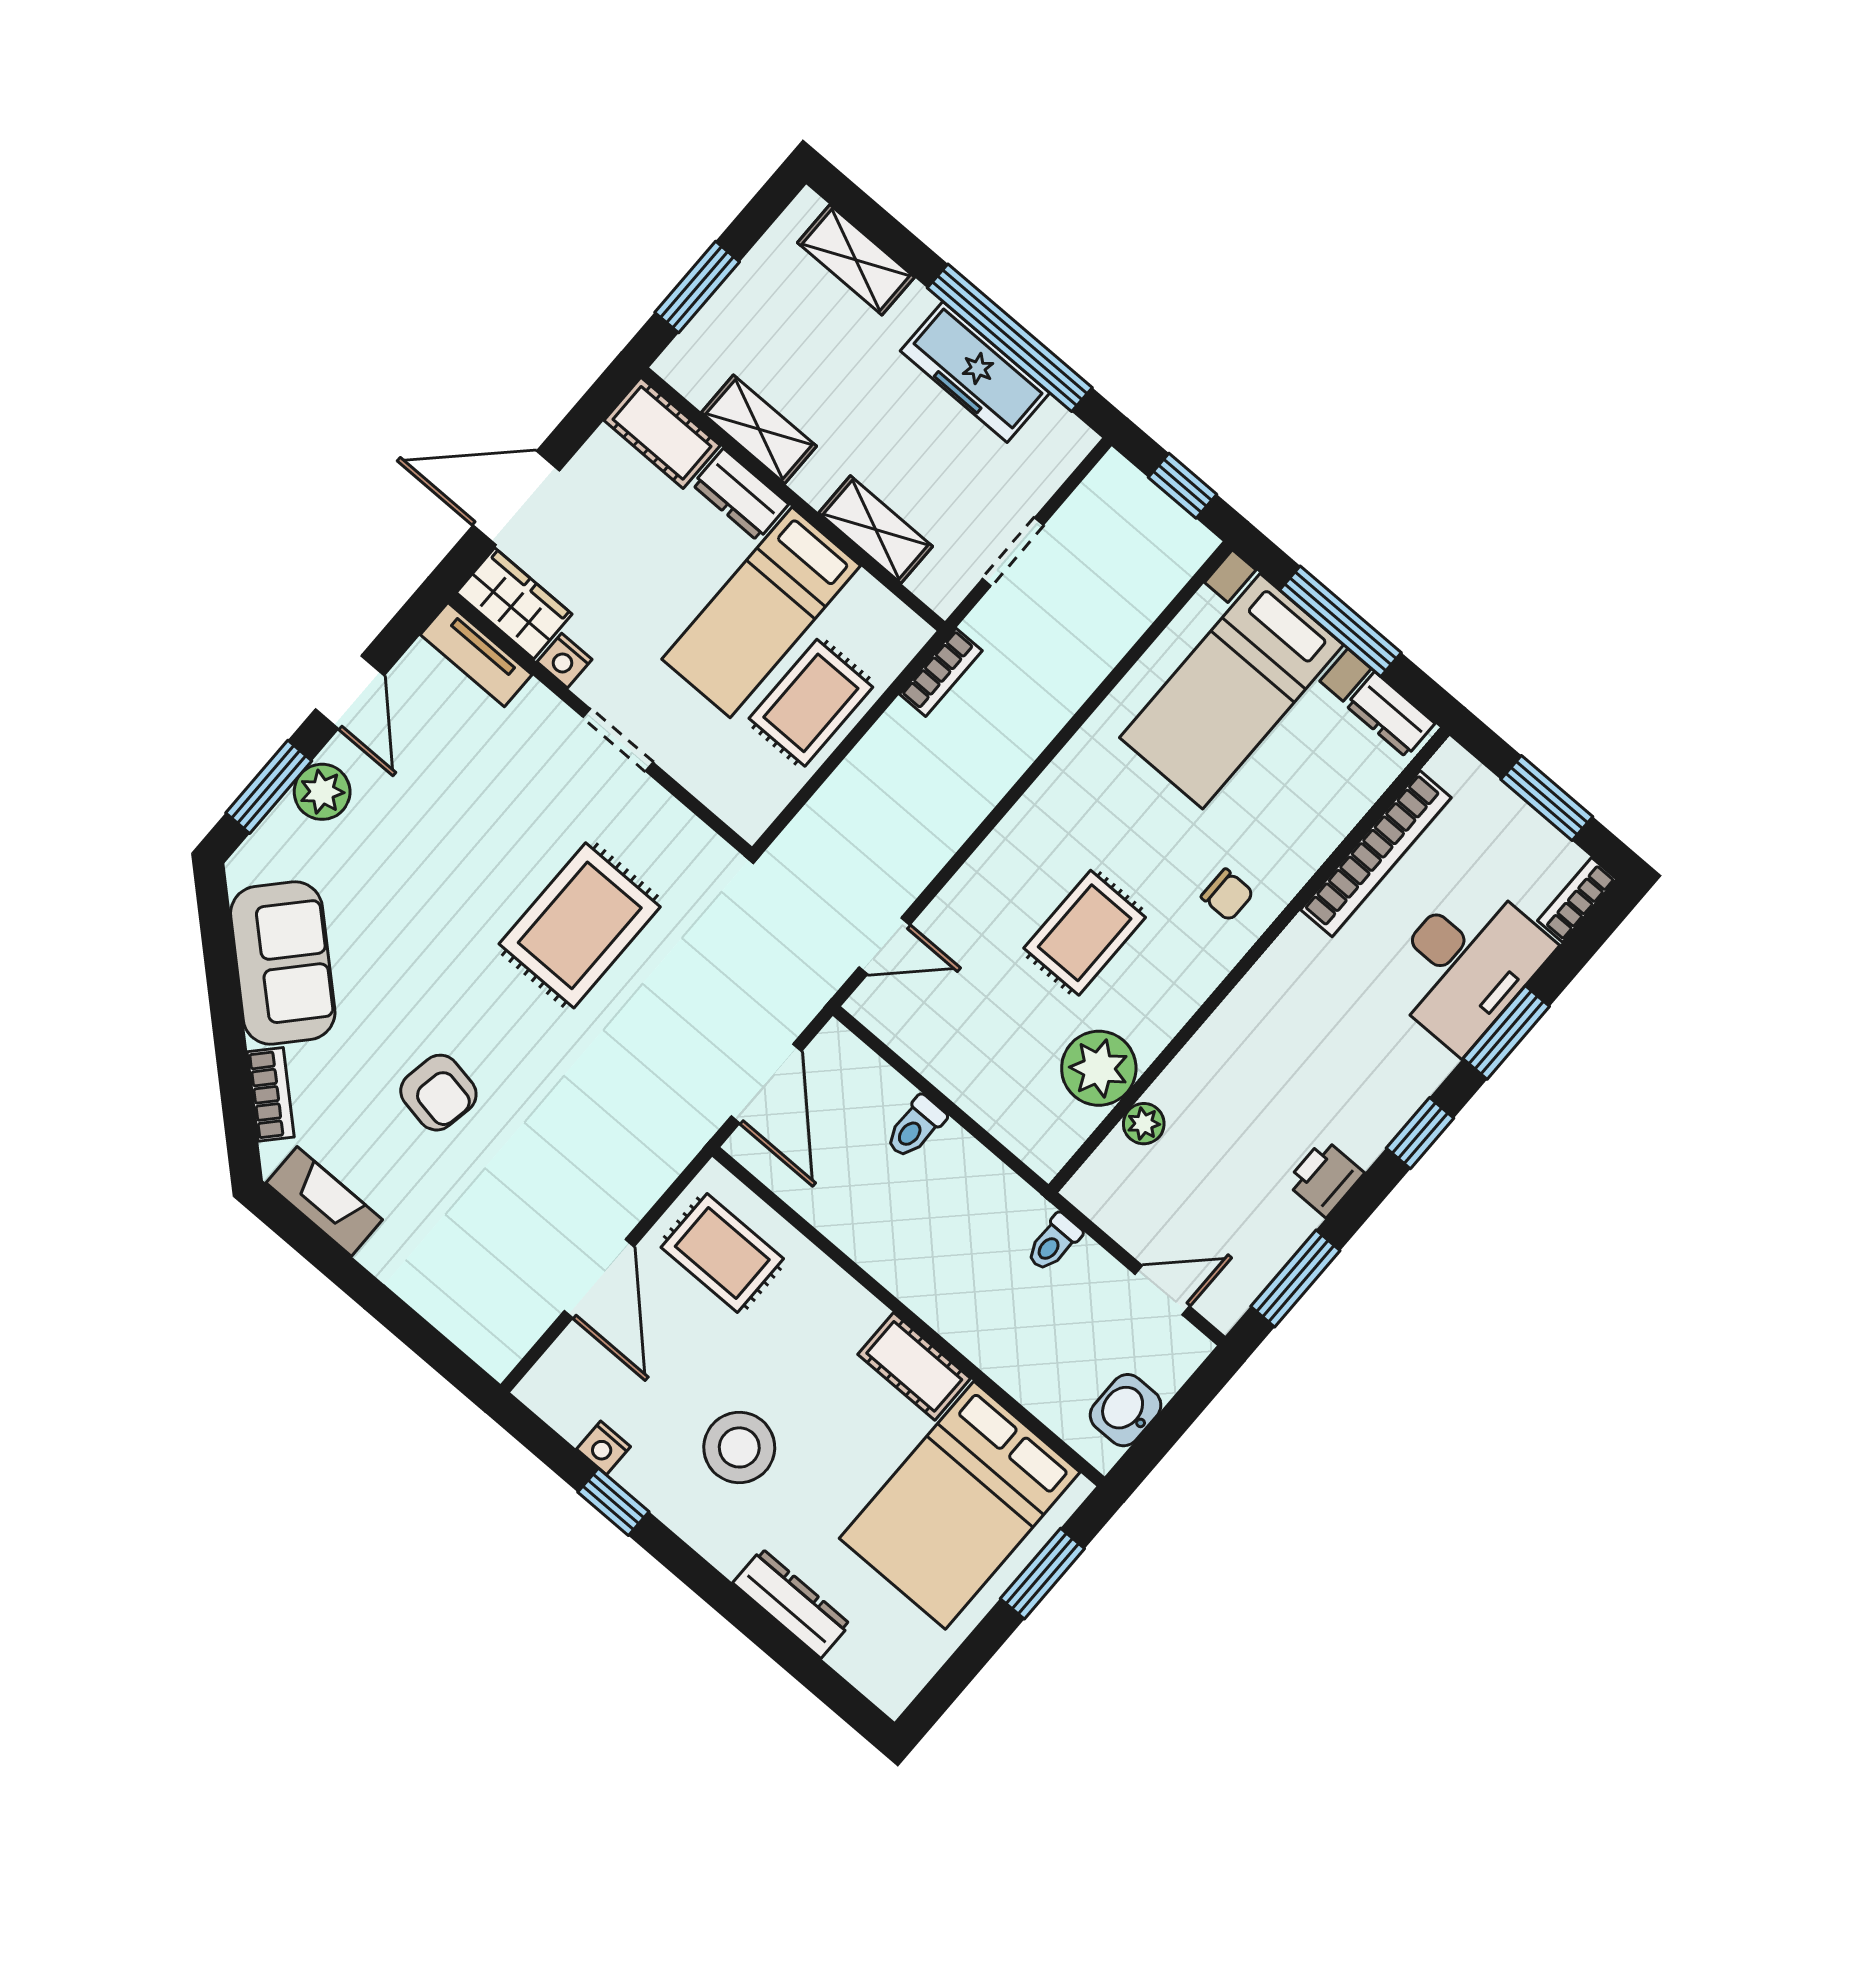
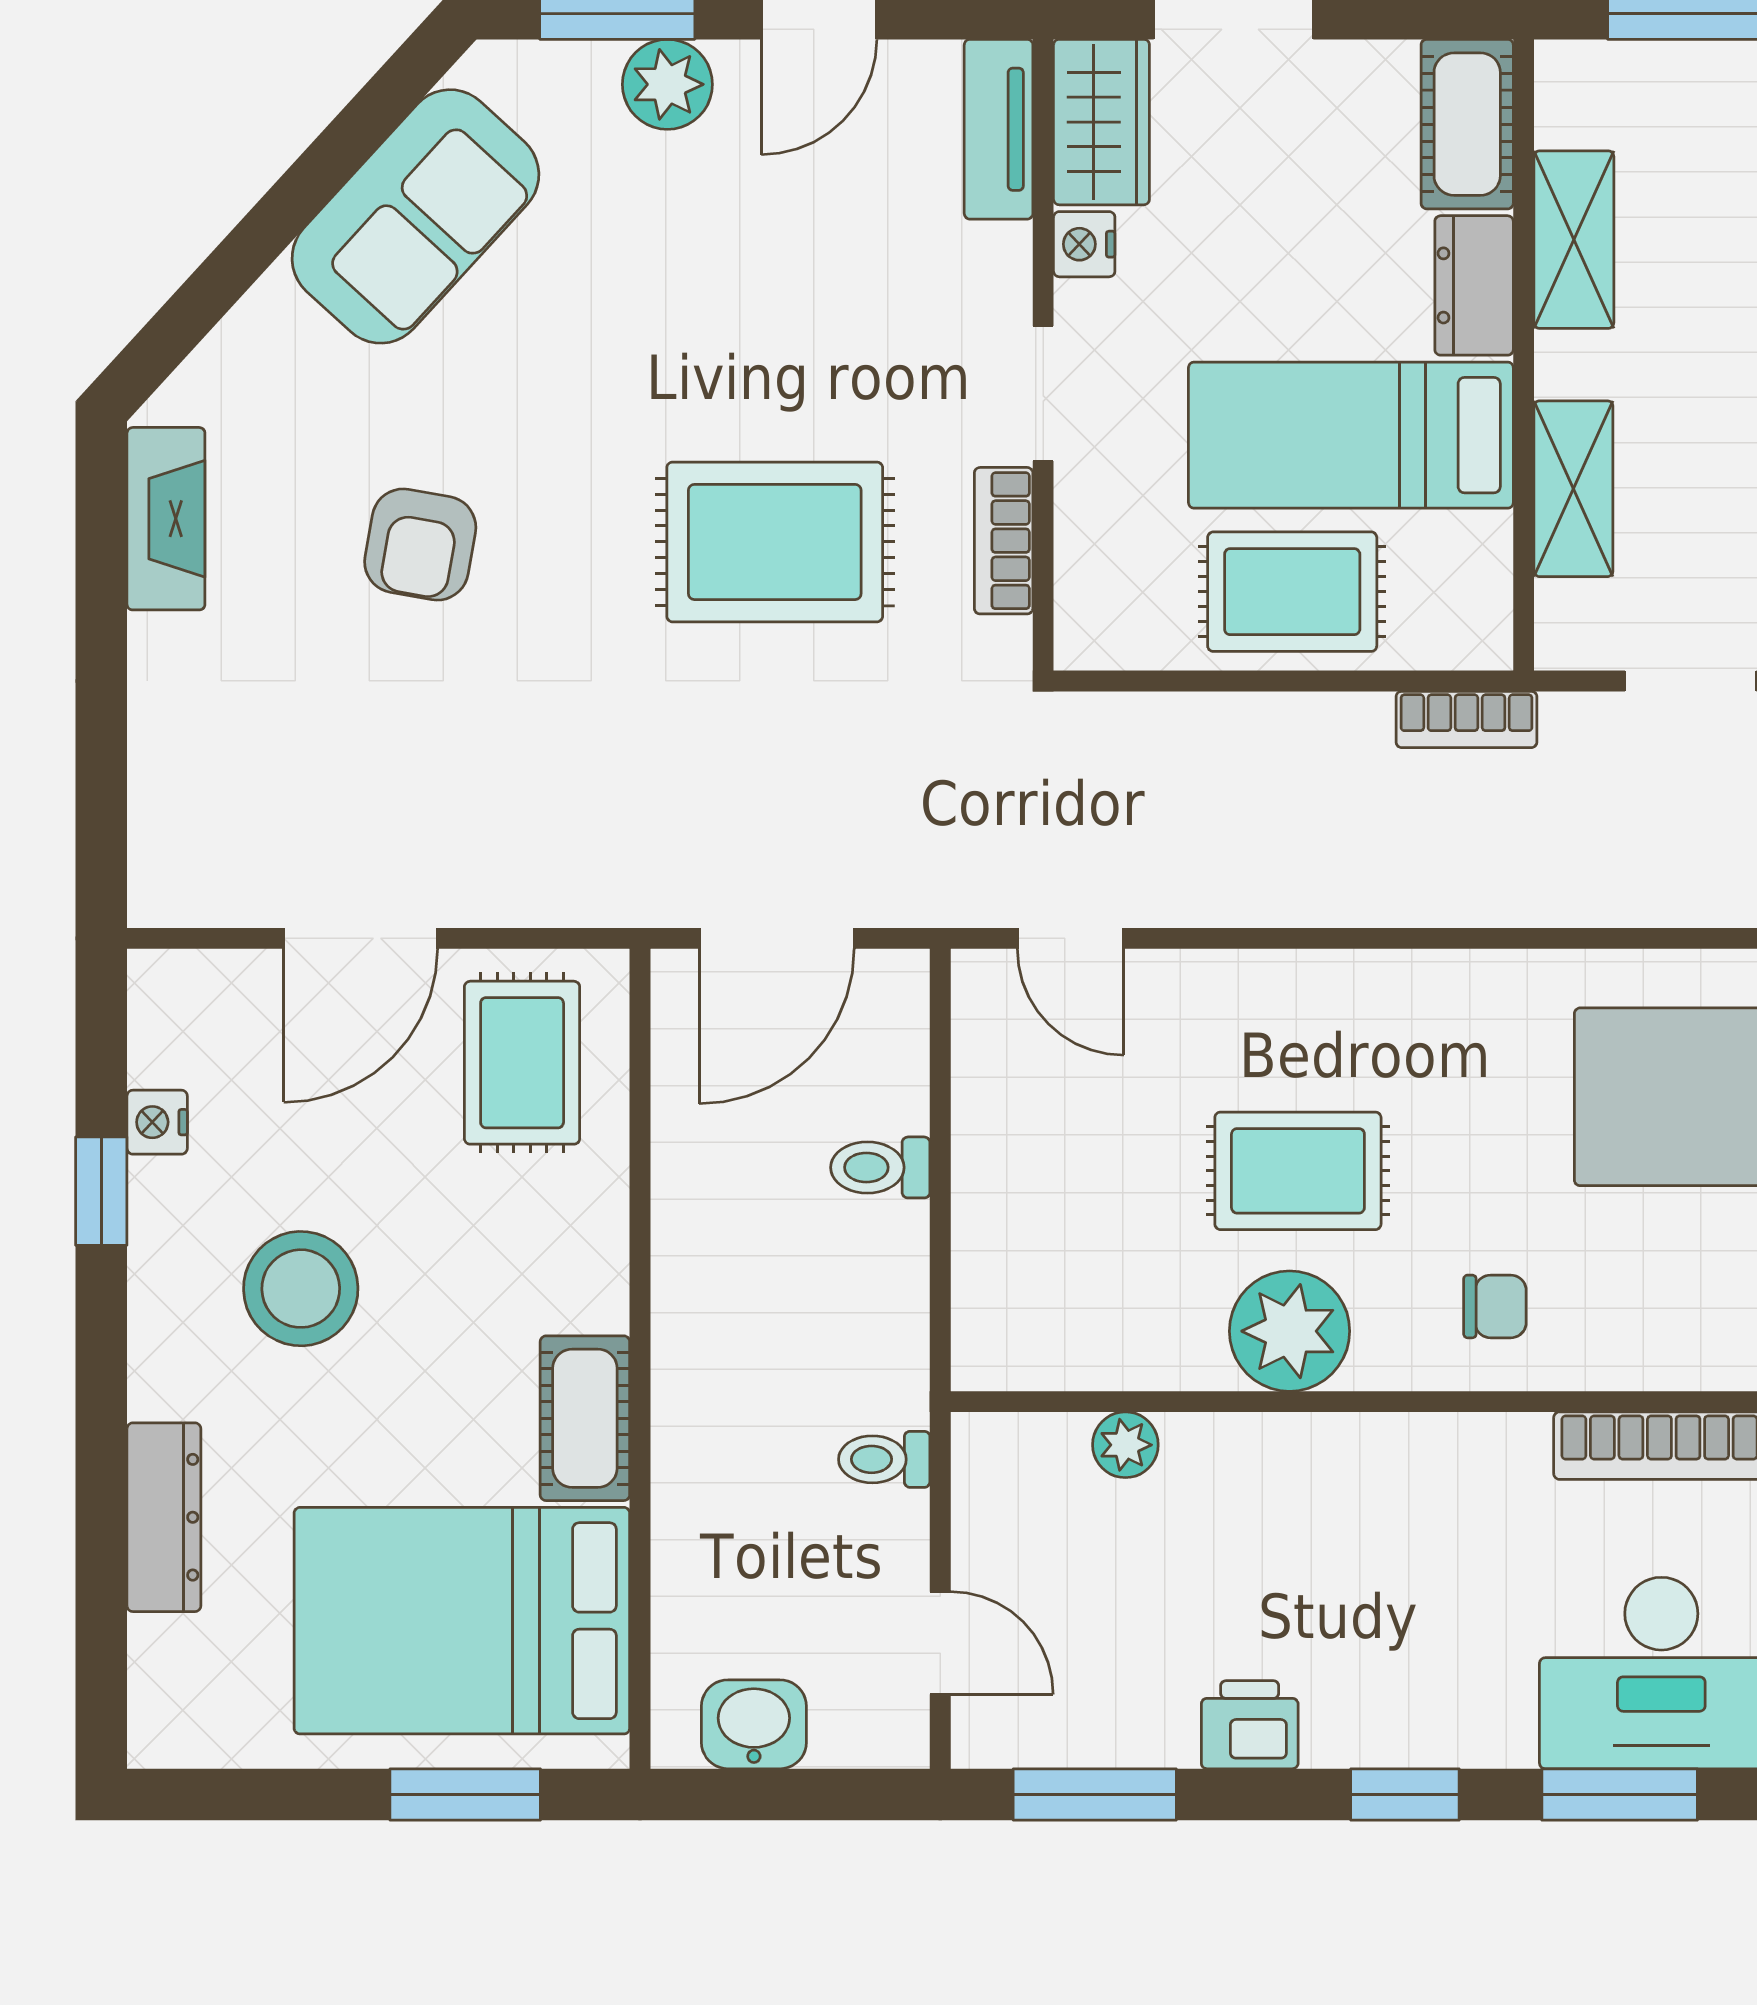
chair: (1227, 895) -> (1495, 1306), turned -90
plant: (1099, 1068) -> (1290, 1331), moved
bookcase: (271, 1094) -> (1004, 541), moved, turned 138

